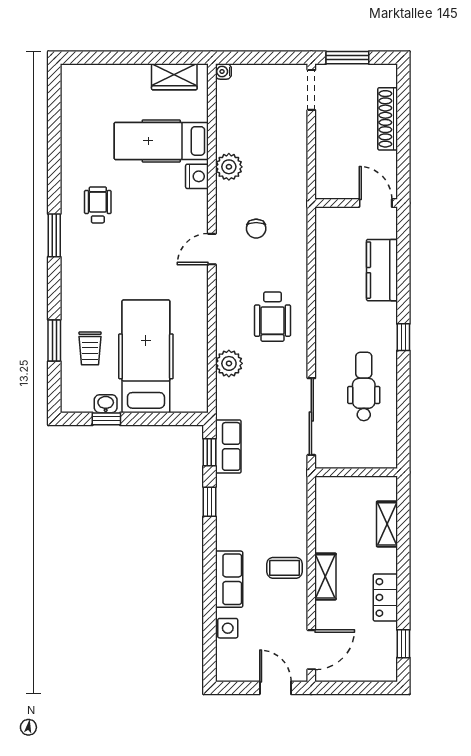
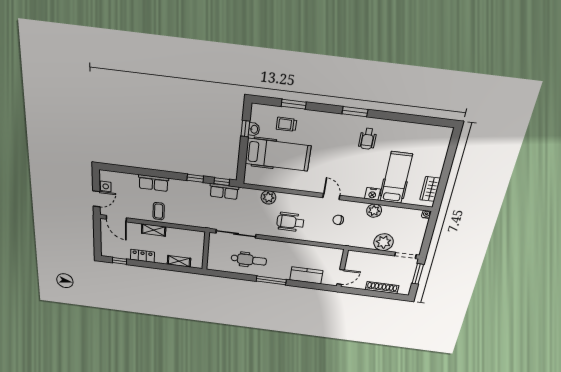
plant: (290, 136) -> (384, 242), added
wheelchair: (98, 205) -> (368, 139), turned 90
window: (403, 337) -> (271, 280), width x2.17
side table: (228, 628) -> (106, 186), moved

